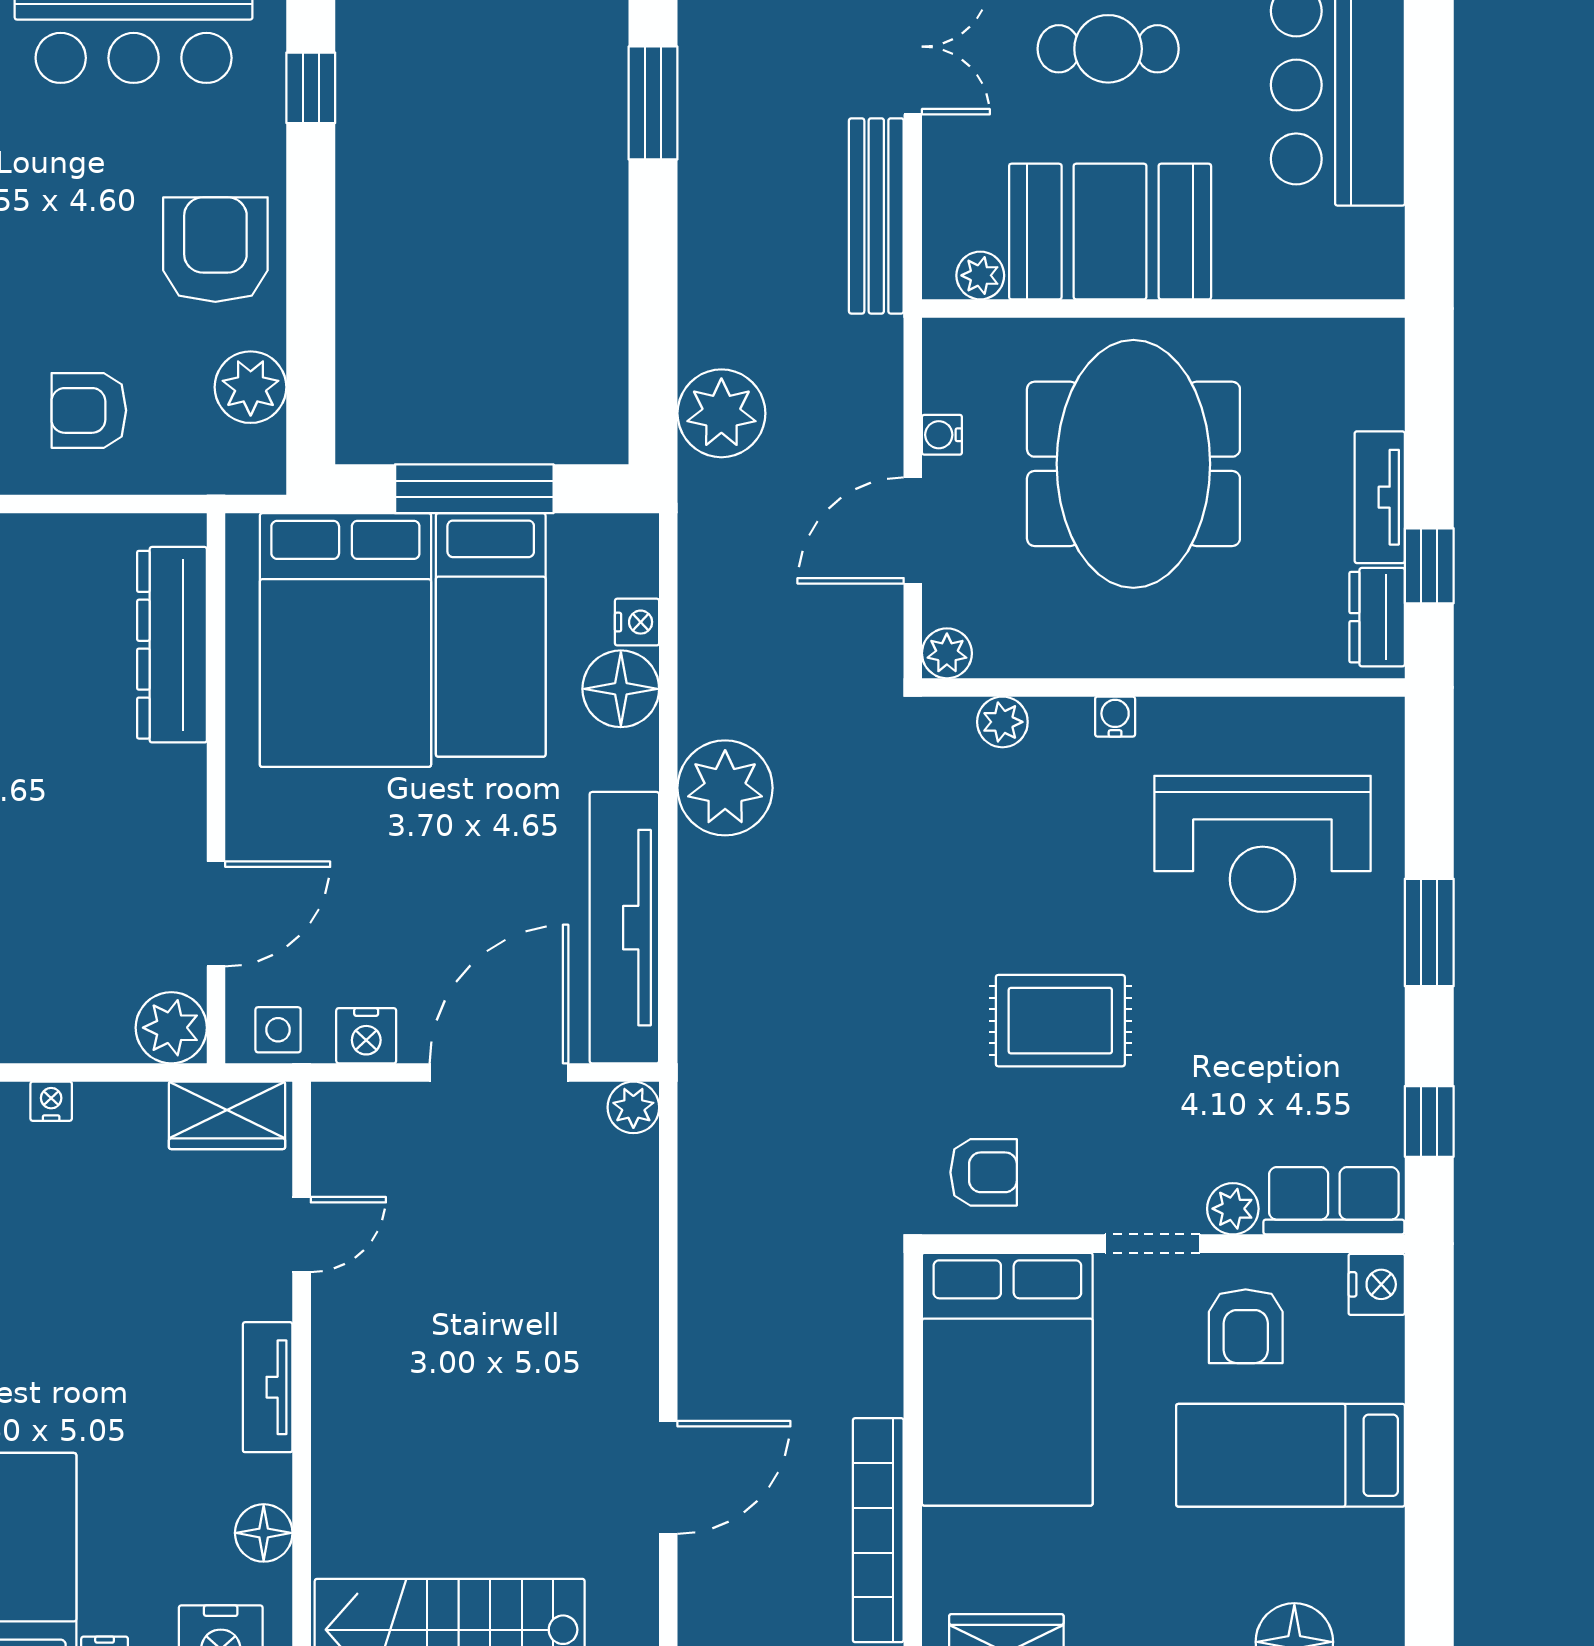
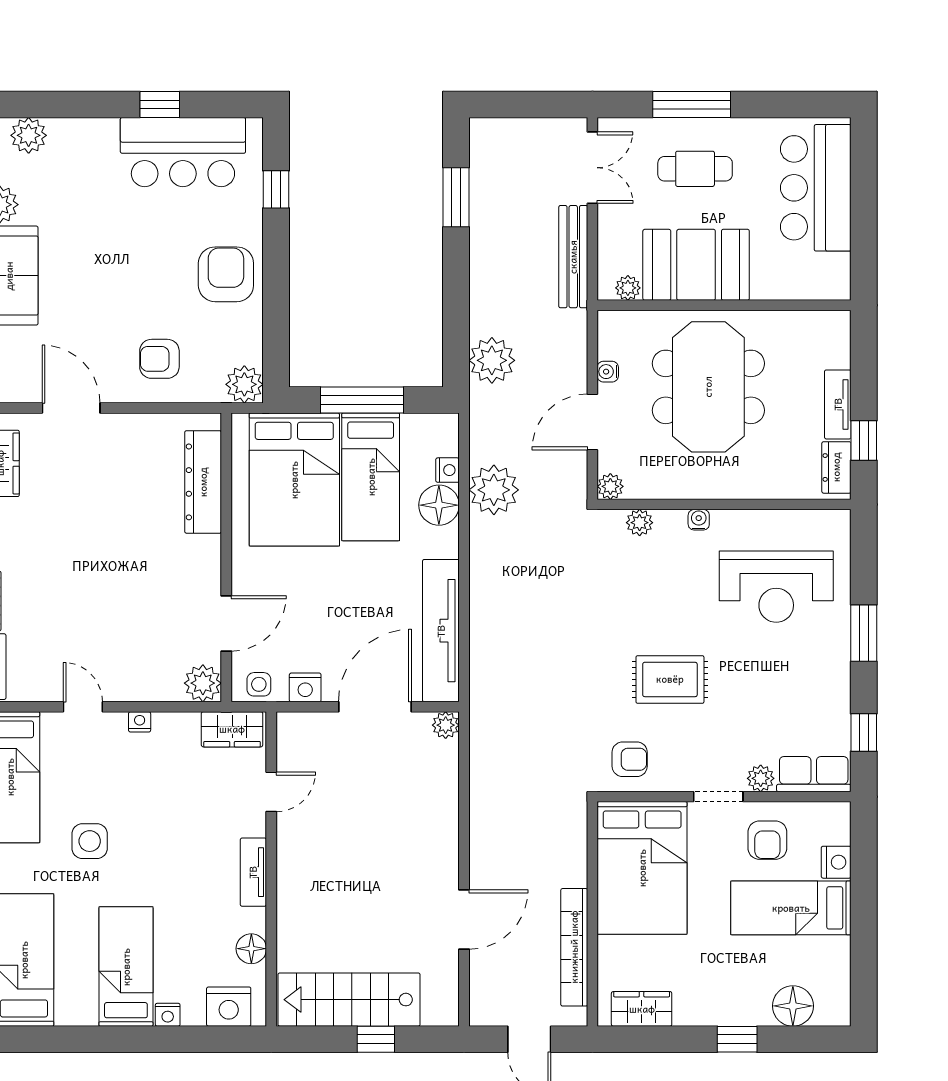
plant: (251, 387) -> (244, 384), moved
plant: (725, 788) -> (494, 490), moved
nightstand: (1377, 1284) -> (836, 862), moved

